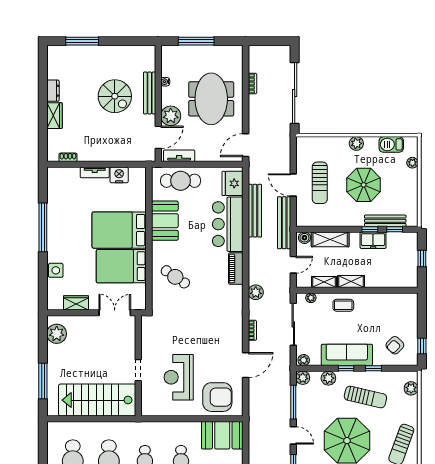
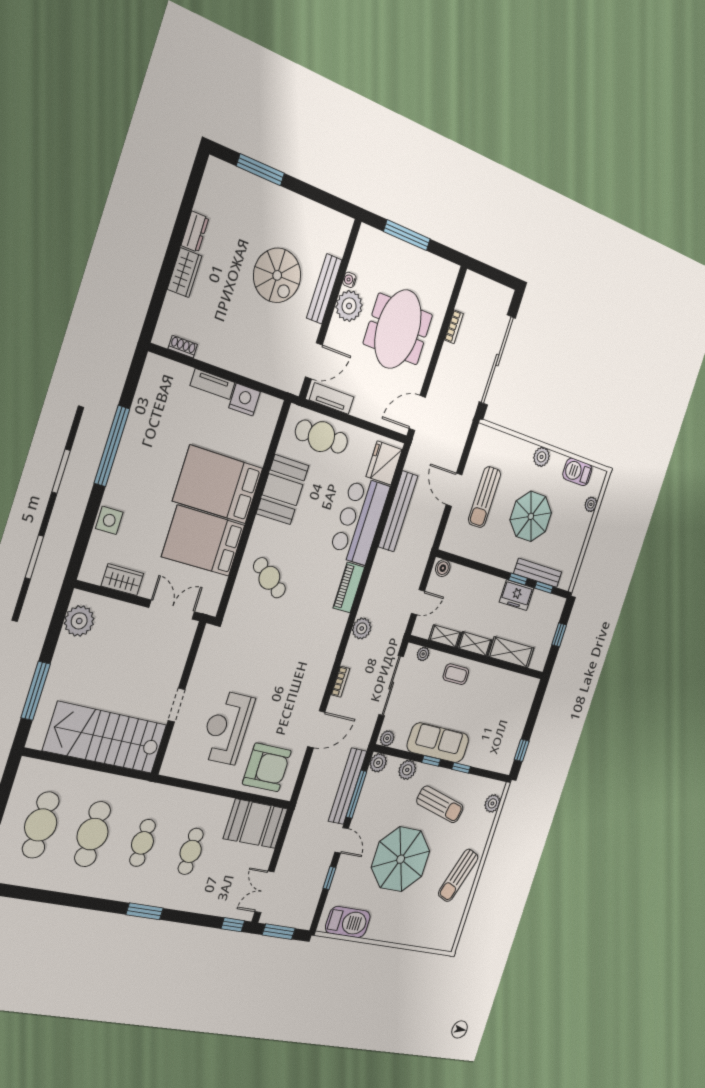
plant: (171, 116) -> (349, 306), moved
bench: (284, 223) -> (347, 786), moved
shelving: (330, 239) -> (511, 652), moved
armchair: (395, 345) -> (494, 742), removed

